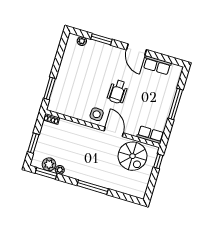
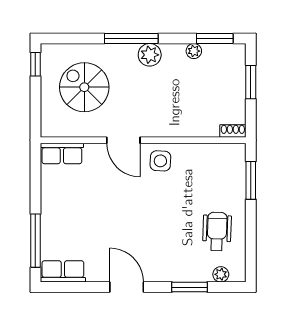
row of seats: (157, 65) -> (63, 271), moved
wheelchair: (118, 92) -> (217, 231), moved
window: (175, 104) -> (35, 241), moved
spiral stairs: (133, 156) -> (84, 87), moved
window: (158, 161) -> (35, 64), moved
plant: (49, 164) -> (150, 55), moved

